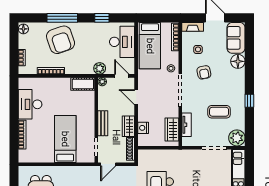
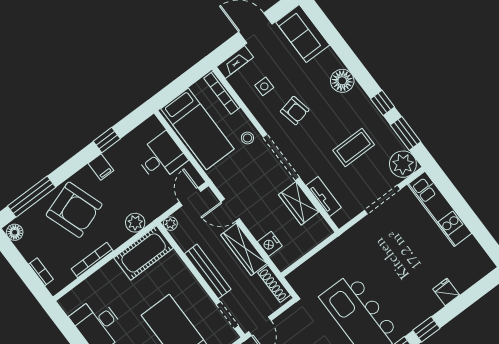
window: (62, 18) -> (32, 197), moved
filing cabinet: (89, 29) -> (101, 167), added
desk: (122, 42) -> (161, 157), width x0.73
floor lamp: (238, 61) -> (342, 81), moved
plant: (100, 68) -> (135, 223), moved
door: (122, 76) -> (190, 197), hinge flipped
cot: (83, 84) -> (144, 253), width x1.37, depth x1.34
bench: (103, 123) -> (208, 271), width x1.36
window: (249, 124) -> (406, 133), added
wardrobe: (128, 126) -> (244, 249), width x1.50
wardrobe: (172, 130) -> (299, 203), moved

